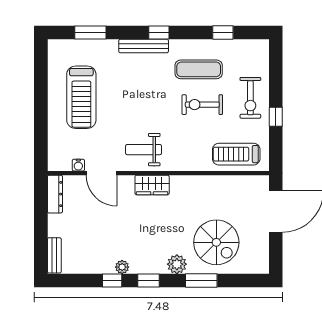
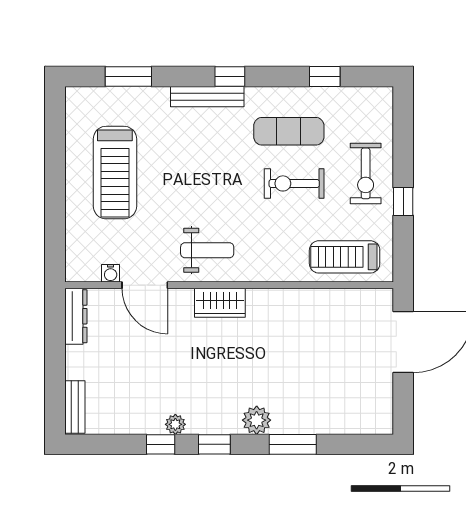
weight bench: (144, 150) -> (207, 250), turned 180
spiral stairs: (216, 242) -> (315, 388), removed

